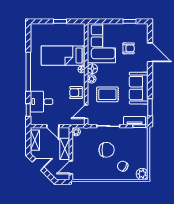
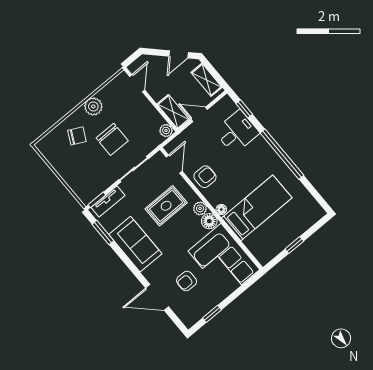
shelving: (65, 149) -> (173, 112), moved
chair: (107, 150) -> (112, 139), turned -90
plant: (142, 174) -> (93, 106), moved

